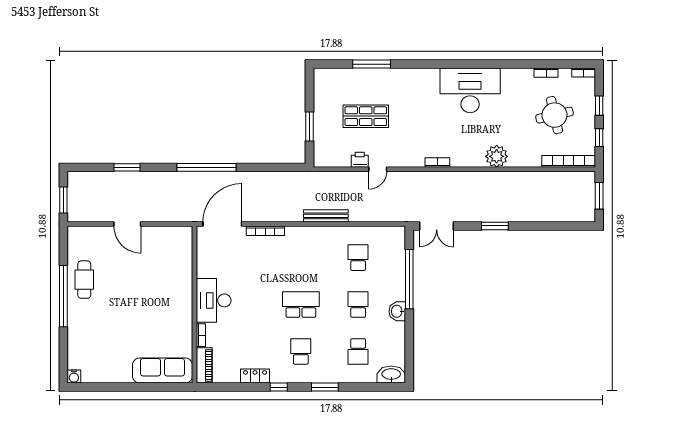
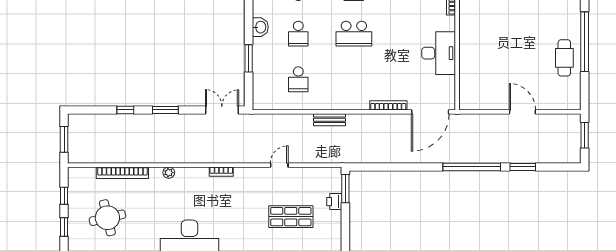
window: (310, 127) -> (345, 189), moved
plant: (497, 156) -> (169, 173), width x0.53, depth x0.53
printer: (360, 160) -> (334, 202), moved, turned 90
bookcase: (569, 161) -> (122, 173), moved
window: (206, 167) -> (472, 167), moved
bench: (326, 216) -> (330, 120), width x0.73
window: (536, 226) -> (125, 110), added
window: (409, 279) -> (249, 58), width x0.47
desk: (214, 300) -> (439, 53), moved

